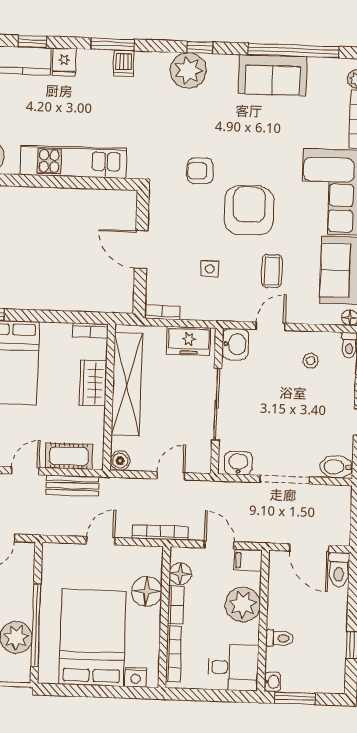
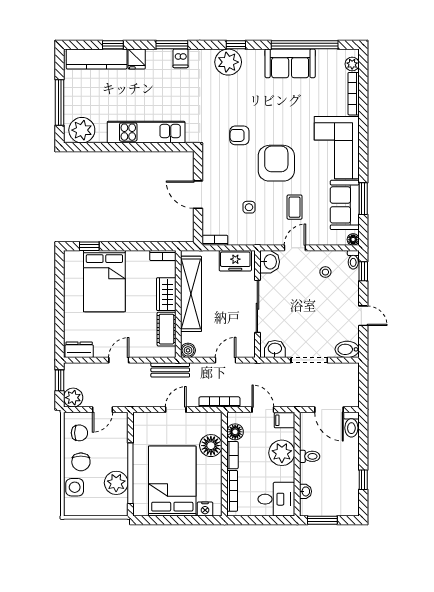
cot: (69, 456) -> (166, 329), moved, turned 90
bench: (72, 486) -> (170, 370), moved
toilet: (280, 638) -> (310, 456), moved
washbasin: (272, 682) -> (305, 491), moved

